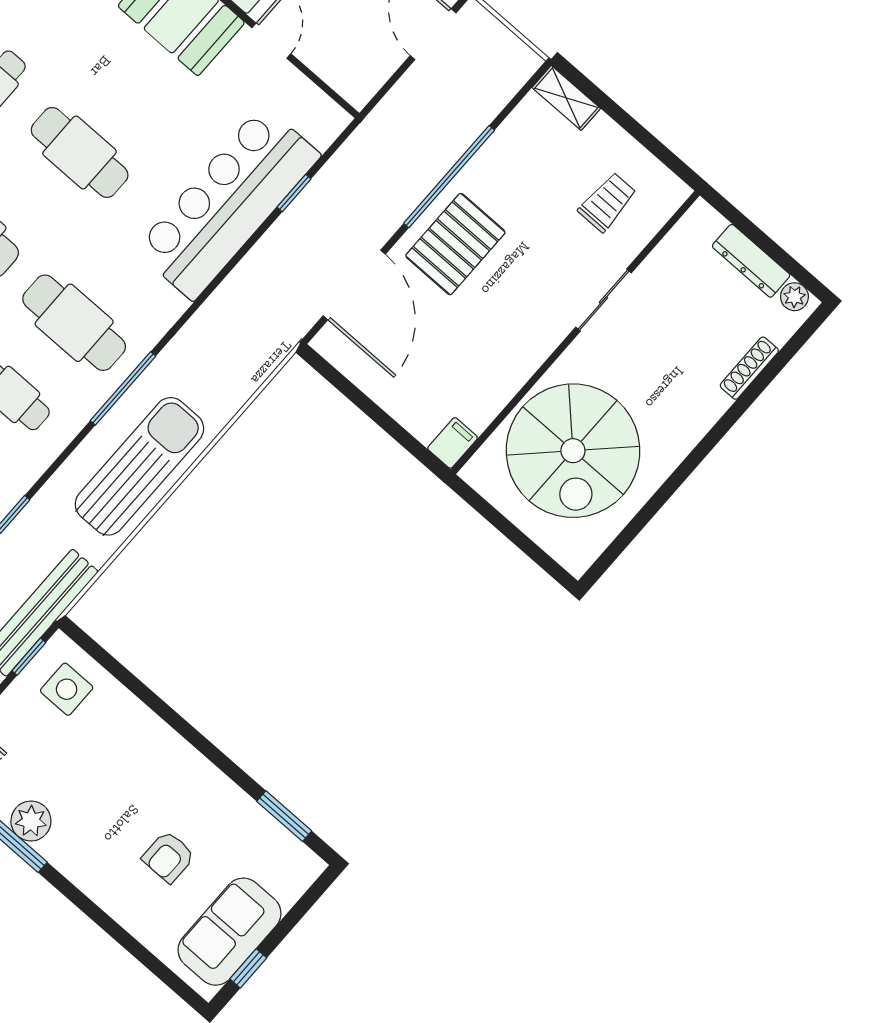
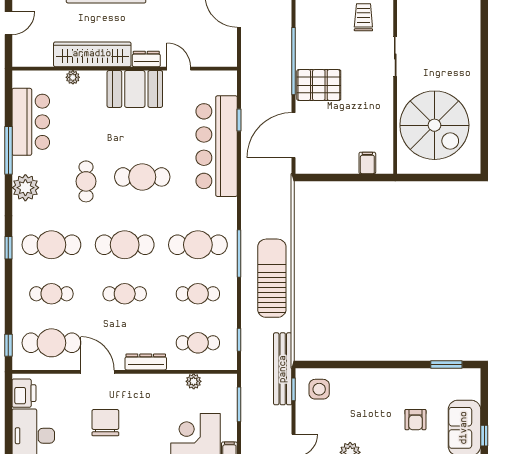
pallet: (455, 244) -> (319, 85), turned 90
door: (354, 285) -> (294, 135), swing flipped
shoe rack: (749, 368) -> (475, 33), removed
filing cabinet: (453, 443) -> (367, 163), moved

